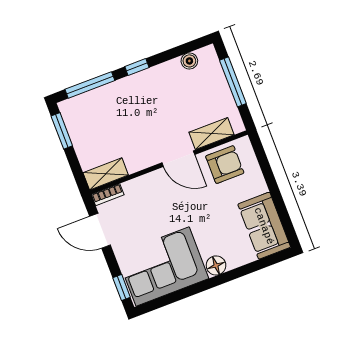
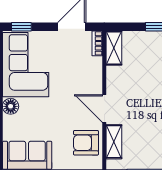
door: (178, 159) -> (104, 109), hinge flipped
armchair: (225, 165) -> (86, 143), turned 90

